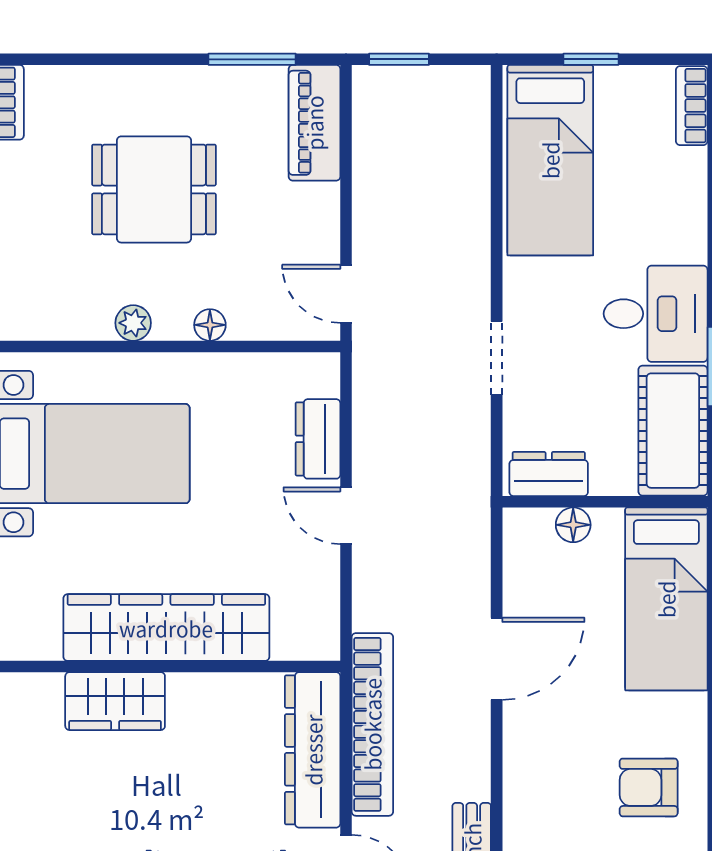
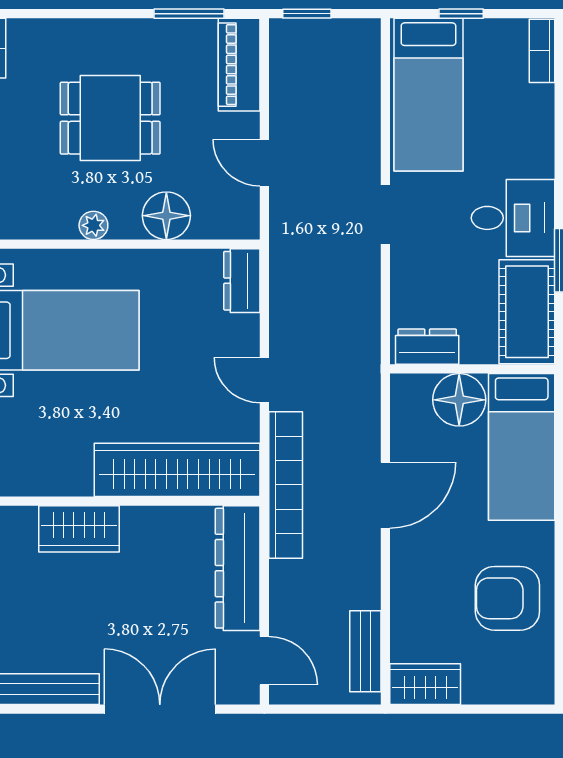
door: (346, 294) -> (264, 163), moved
floor lamp: (210, 325) -> (166, 216), width x1.89, depth x1.89
doorway: (497, 358) -> (385, 215), moved
dresser: (318, 439) -> (242, 281), moved
floor lamp: (573, 525) -> (459, 400), width x1.89, depth x1.89
wardrobe: (166, 628) -> (177, 470), moved
bookcase: (372, 724) -> (286, 485), moved
armchair: (649, 787) -> (507, 598), width x1.38, depth x1.38

